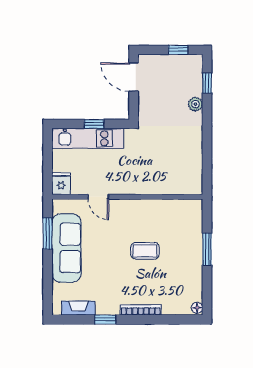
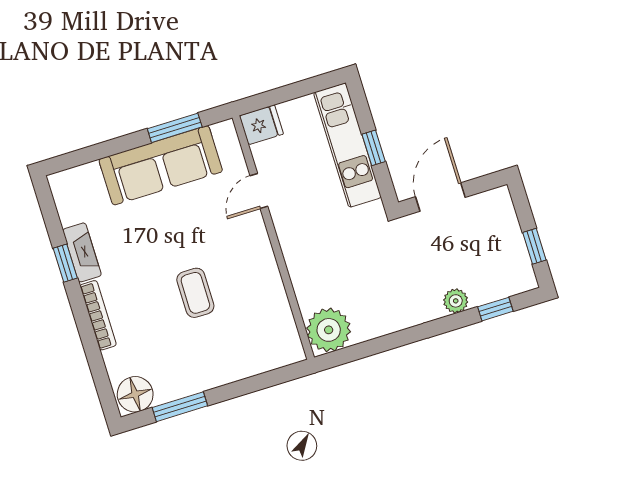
door: (134, 77) -> (440, 197), moved
plant: (190, 182) -> (329, 330), added
window: (207, 249) -> (180, 407), moved
fireplace: (78, 308) -> (82, 252), moved
floor lamp: (197, 308) -> (135, 394), width x1.89, depth x1.89

